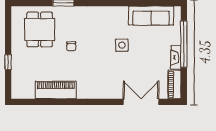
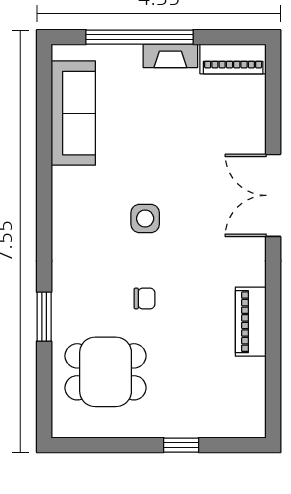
side table: (122, 45) -> (145, 219), moved
piano: (56, 90) -> (251, 322), width x0.73, depth x0.75
double door: (141, 102) -> (273, 195), moved

